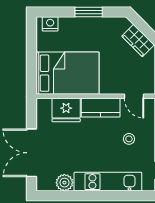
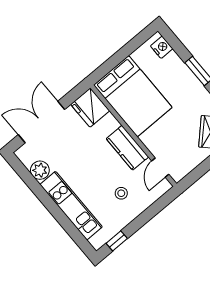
fridge: (66, 110) -> (90, 107), moved

